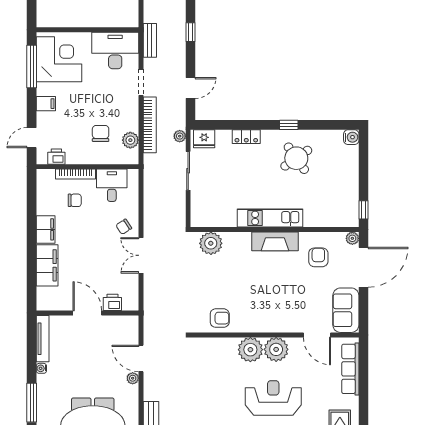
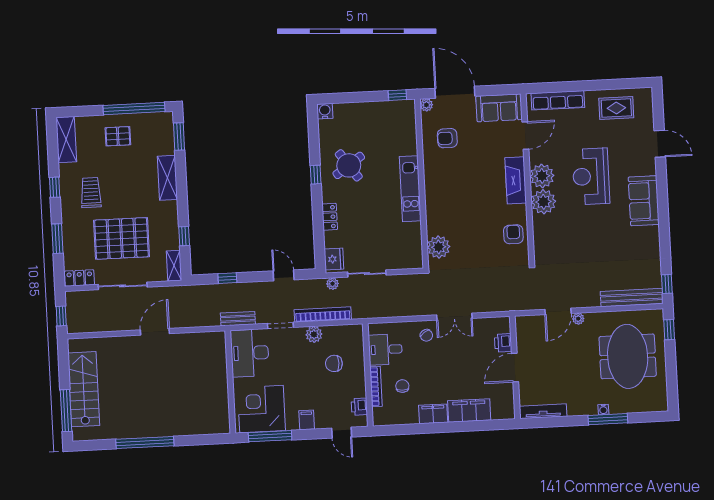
plant: (130, 140) -> (314, 334), moved
fireplace: (275, 241) -> (516, 180), moved, turned 180
water cooler: (41, 368) -> (603, 409), moved

